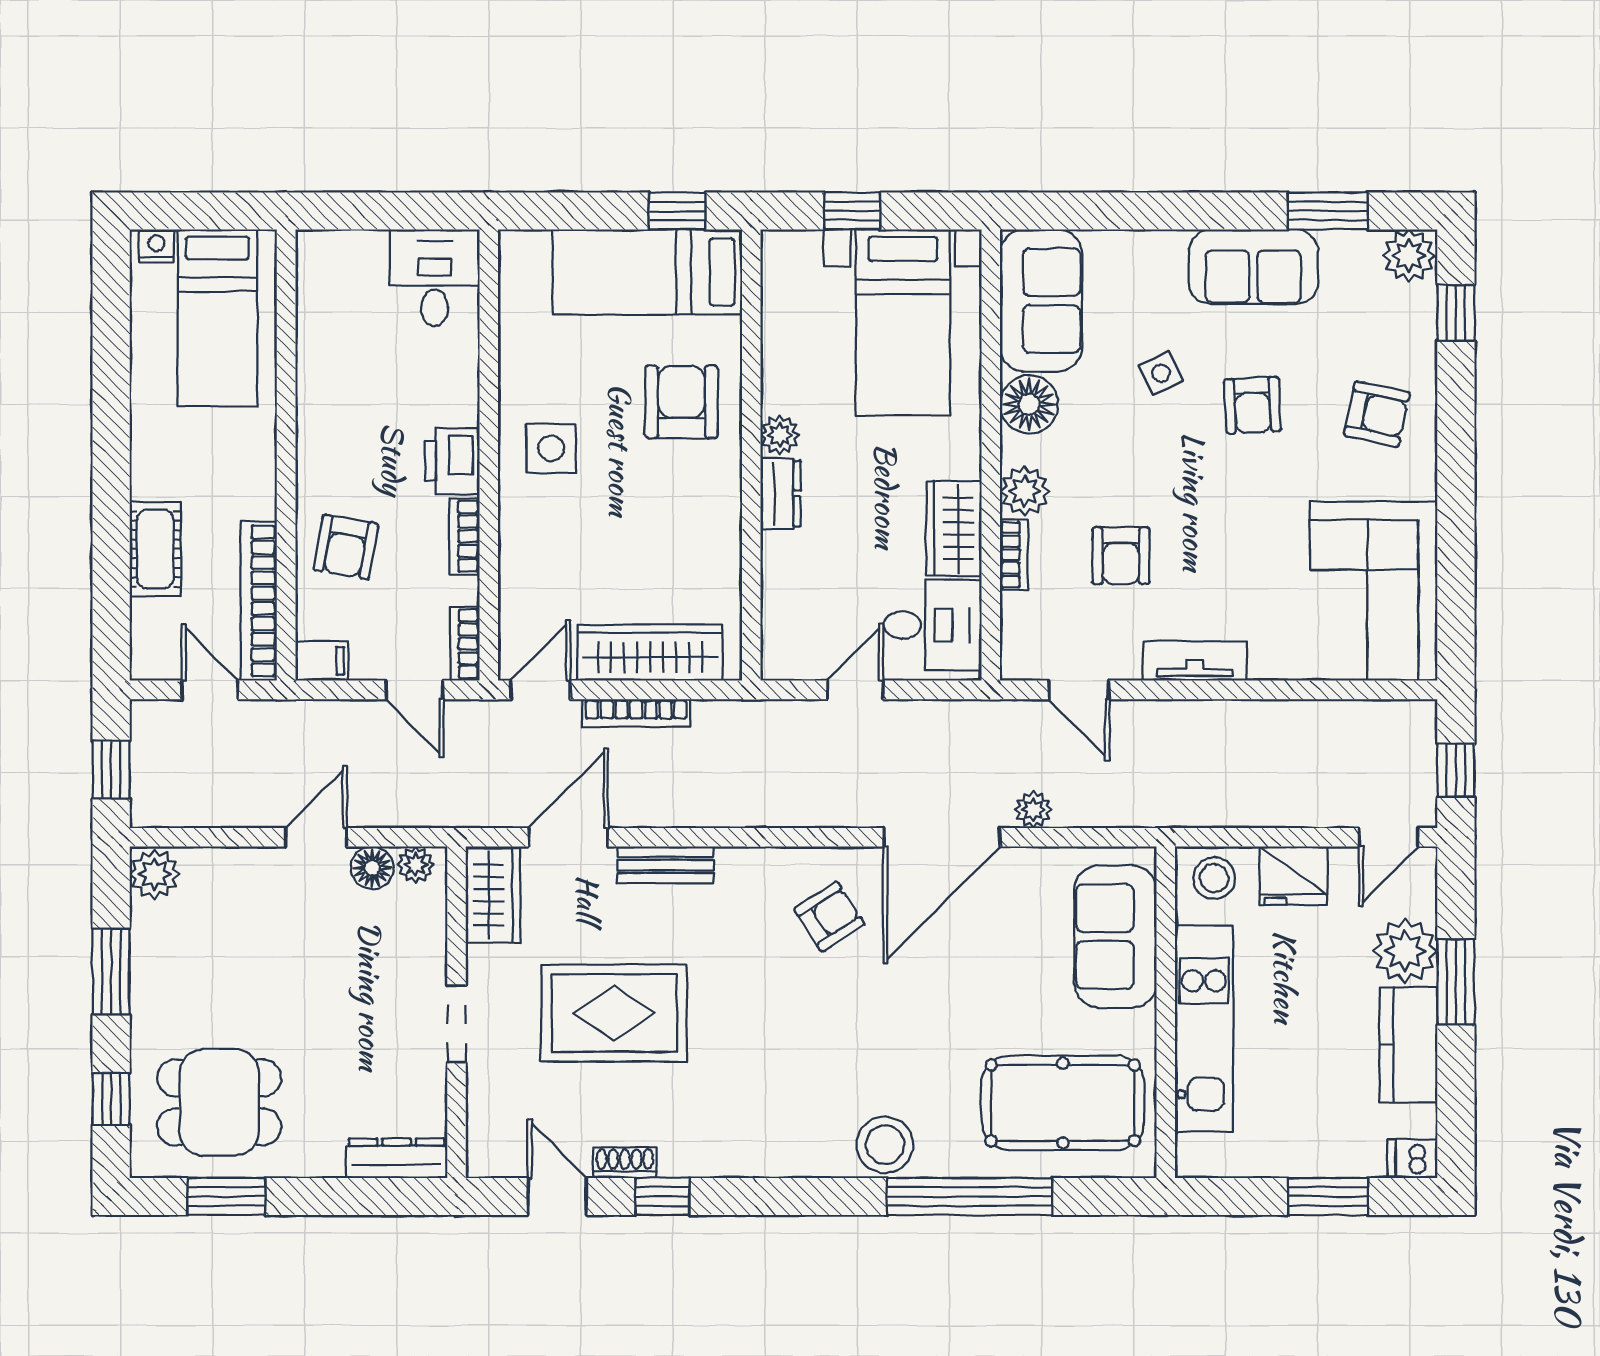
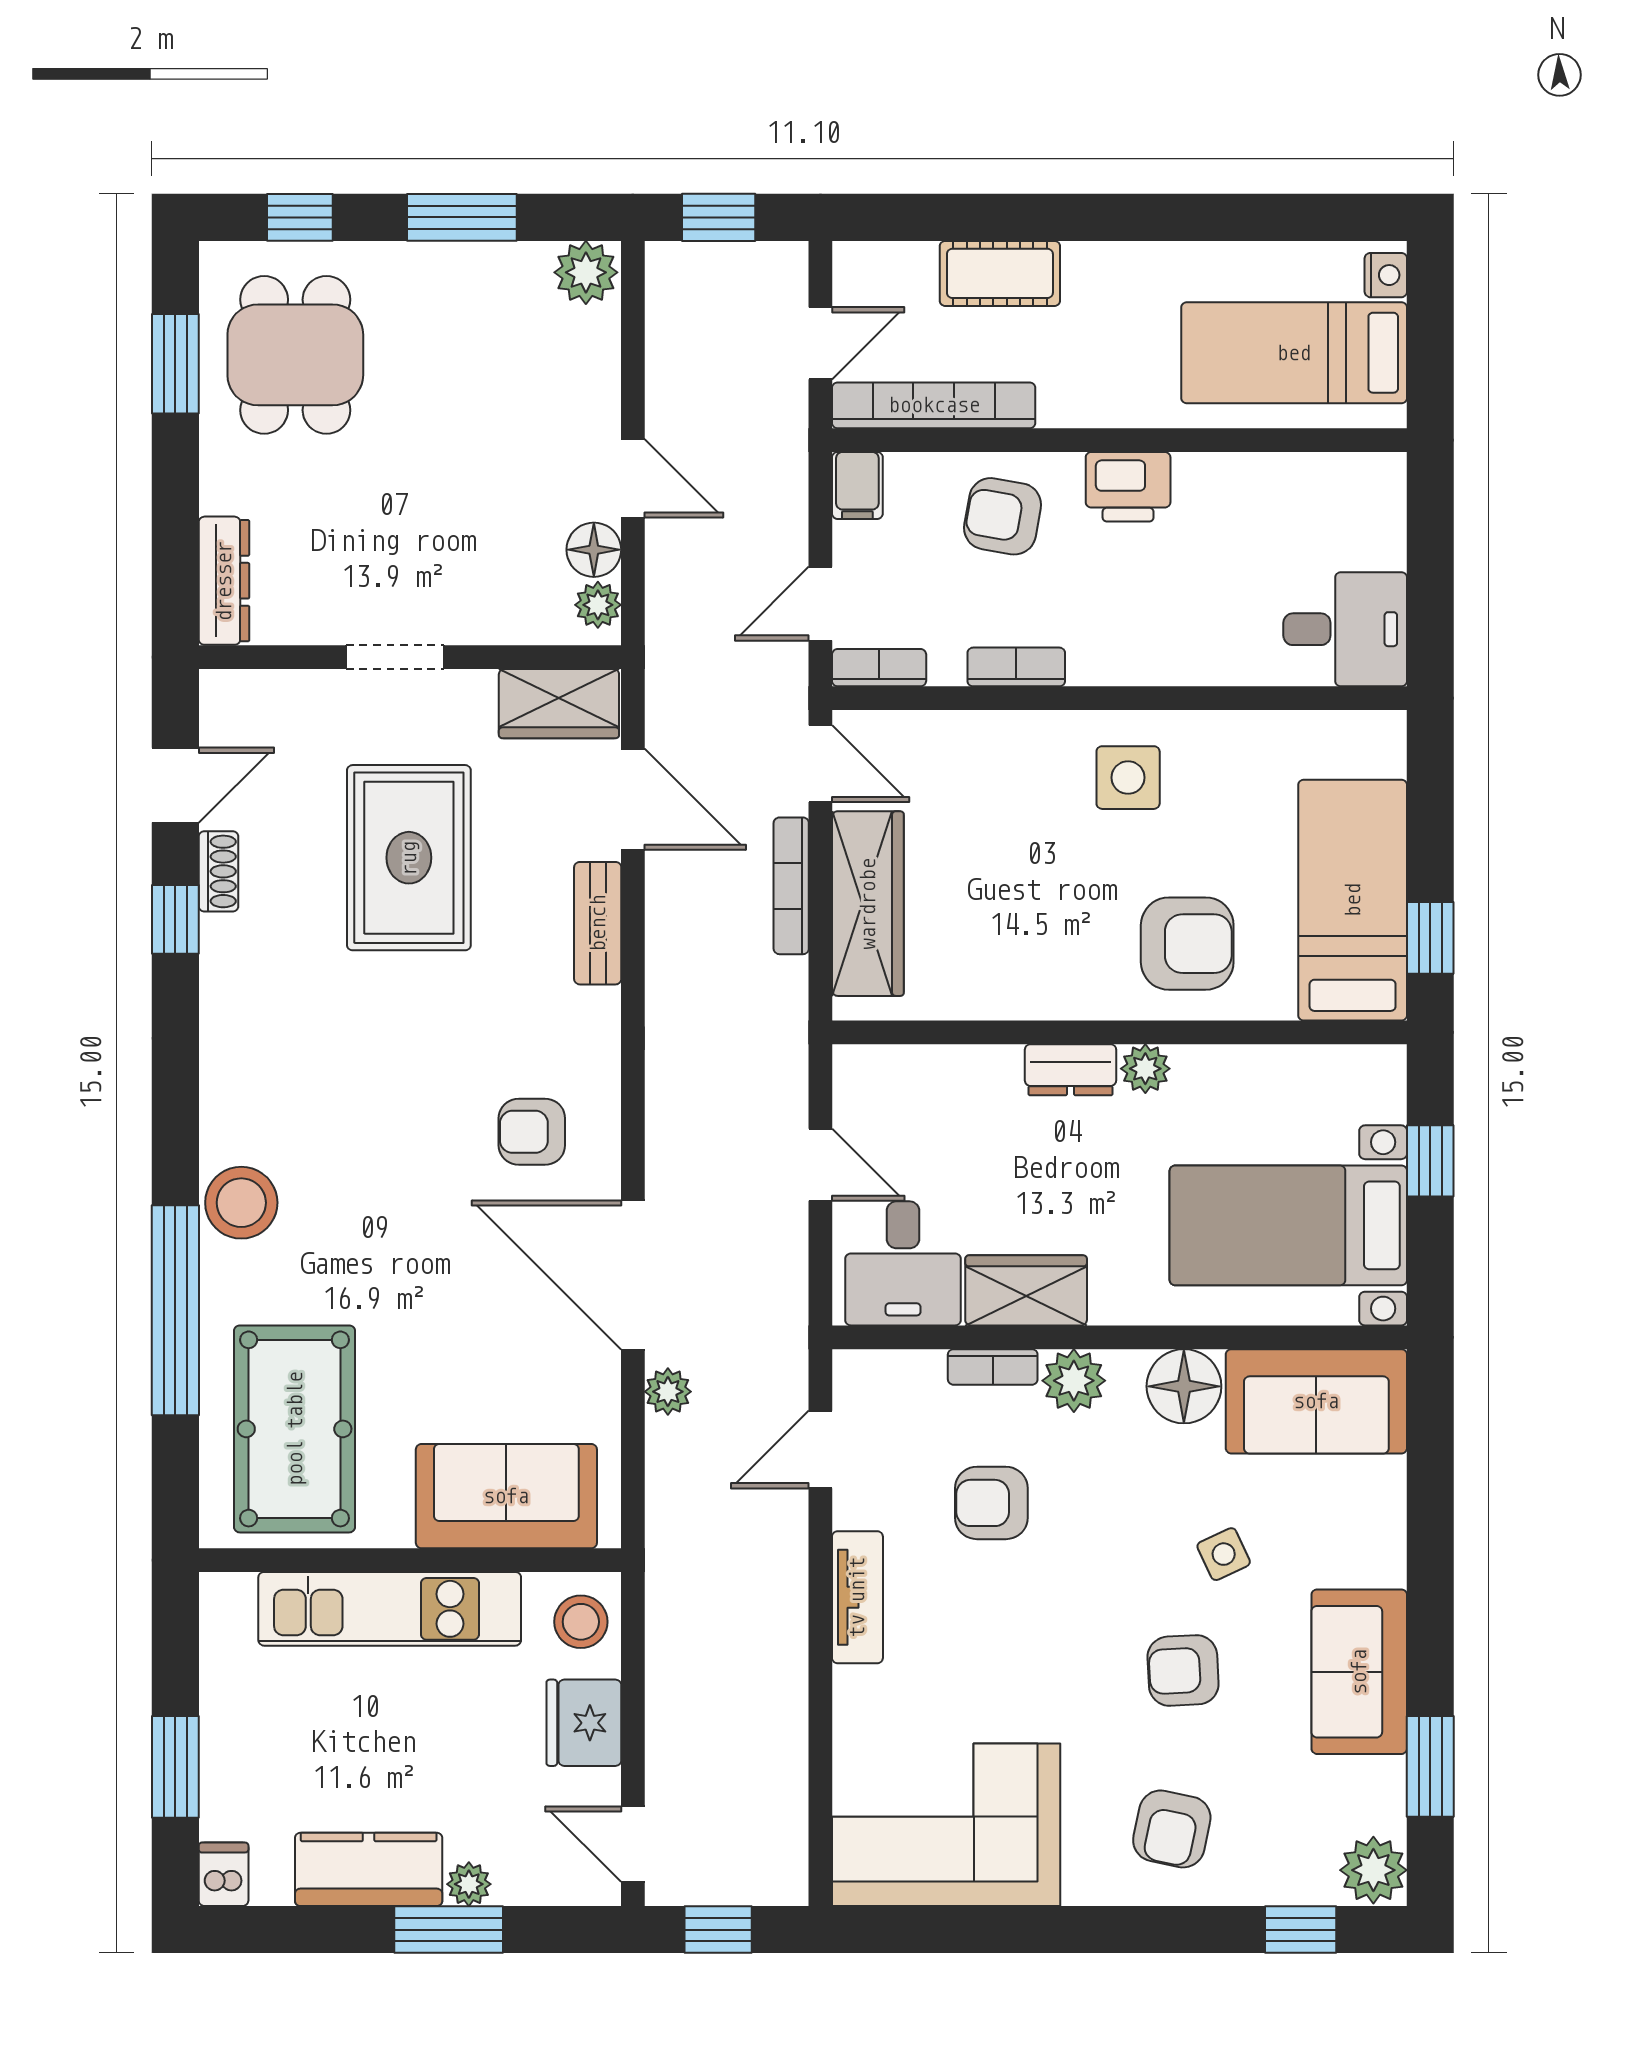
printer: (452, 461) -> (1128, 487), moved, turned 180
armchair: (829, 917) -> (532, 1132), turned 123
plant: (1405, 951) -> (469, 1884), width x0.53, depth x0.53

